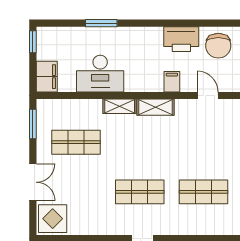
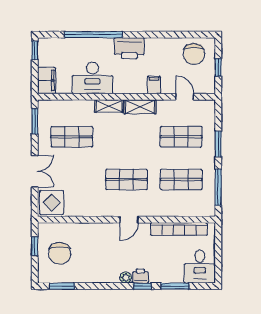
window: (101, 23) -> (93, 35), width x2.11
printer: (181, 39) -> (129, 48), moved
shop shelf: (203, 142) -> (181, 137), added

